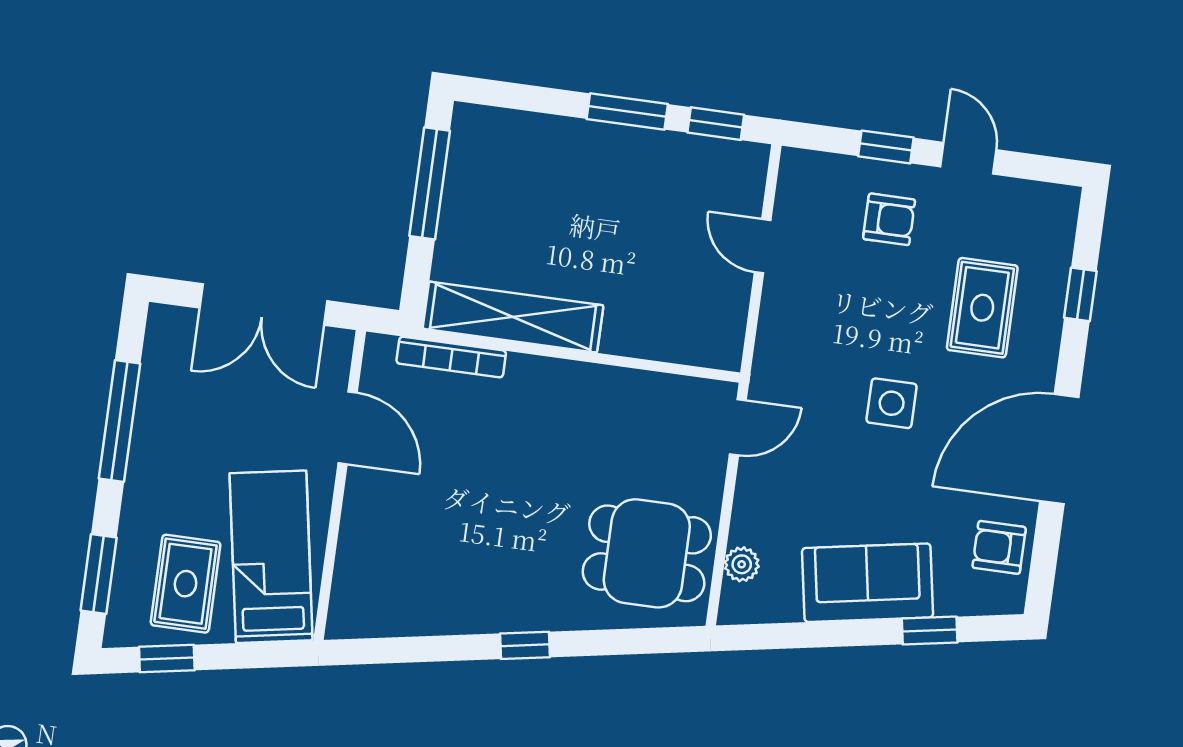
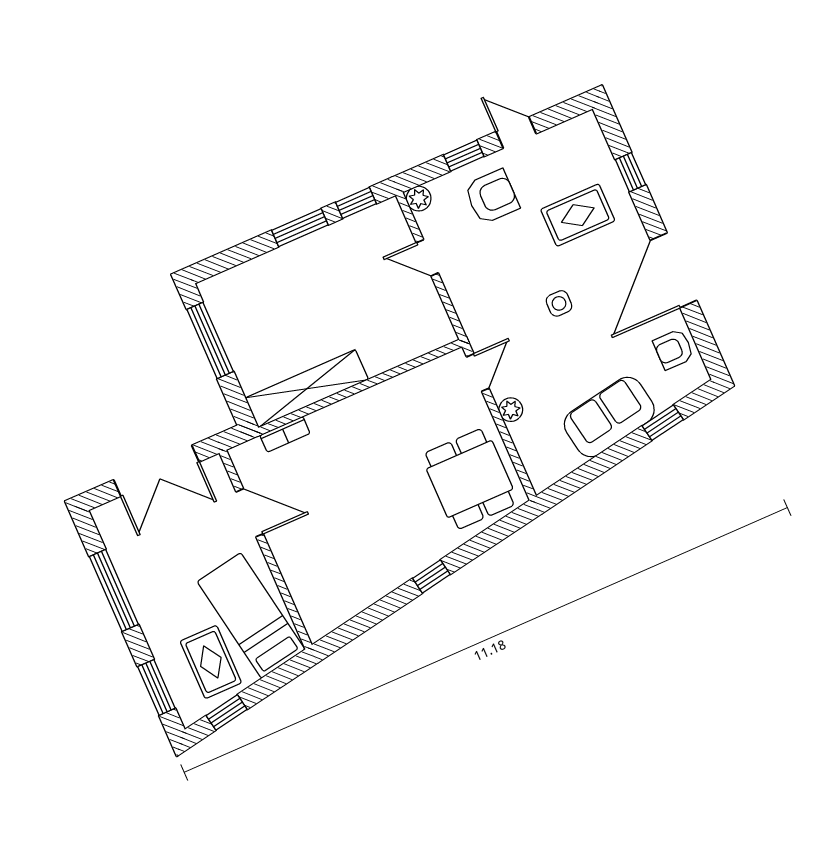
plant: (797, 166) -> (419, 199), added
armchair: (889, 219) -> (492, 197), width x1.38, depth x1.38
rug: (982, 308) -> (578, 215), turned 90
bookcase: (451, 357) -> (285, 434), width x0.64
side table: (892, 403) -> (559, 303), width x0.73, depth x0.73
dining table: (647, 553) -> (470, 479), turned 90
plant: (742, 564) -> (511, 410), moved

